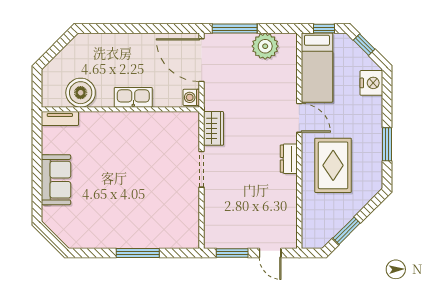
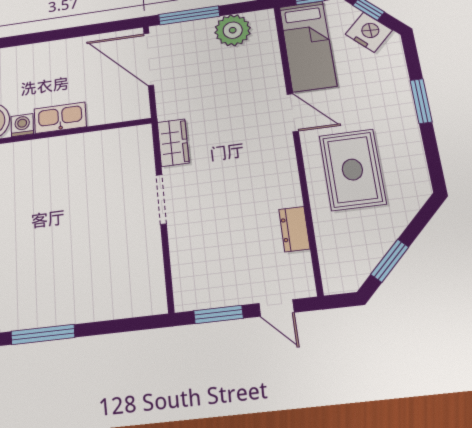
nightstand: (371, 83) -> (369, 32), moved, turned -45
washing machine: (191, 97) -> (22, 125), moved, turned 90
window: (387, 144) -> (421, 101), moved
dresser: (289, 159) -> (294, 229), moved
window: (138, 253) -> (43, 334), moved

